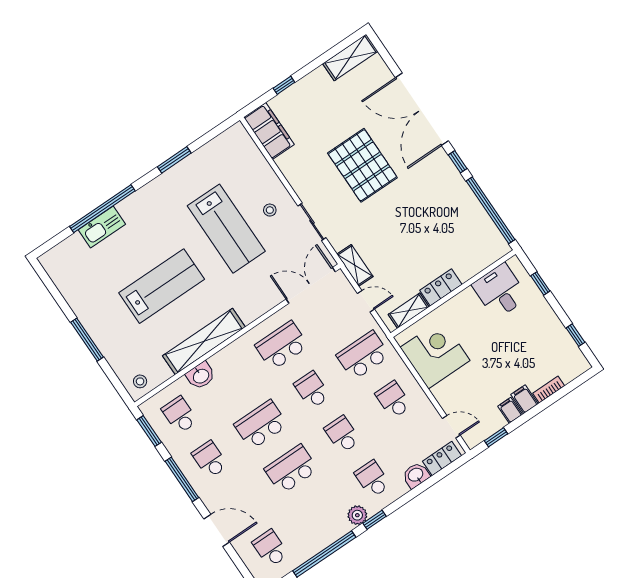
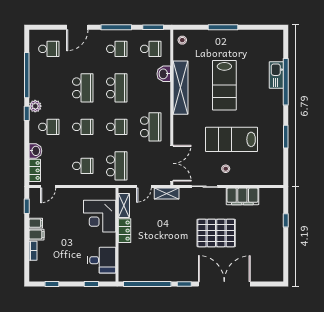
shelving: (350, 57) -> (277, 265), removed
filing cabinet: (269, 131) -> (242, 196), moved
corner desk: (435, 354) -> (100, 216), moved, turned 90

